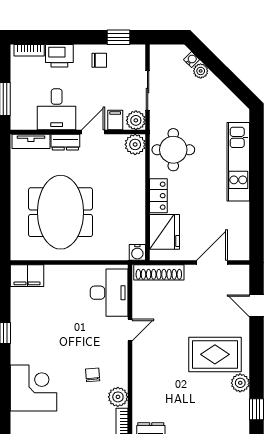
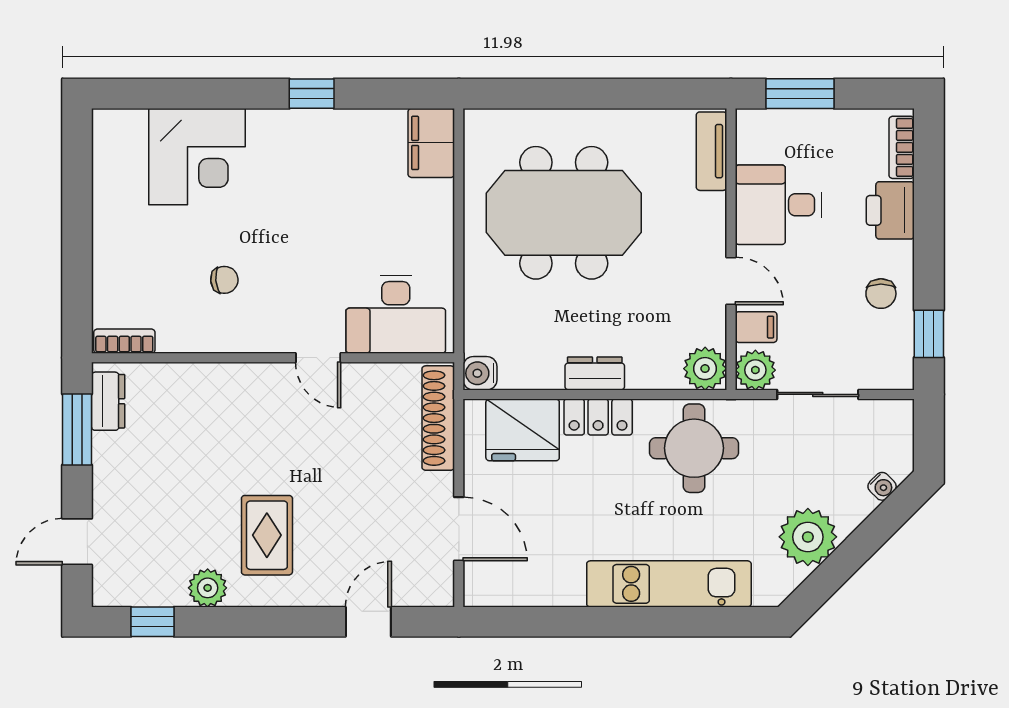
plant: (201, 71) -> (808, 537), moved, width x1.88, depth x1.88
dresser: (65, 142) -> (595, 373), moved, turned 90
rug: (215, 354) -> (267, 535), width x0.73, depth x0.70
plant: (118, 397) -> (178, 333), removed

